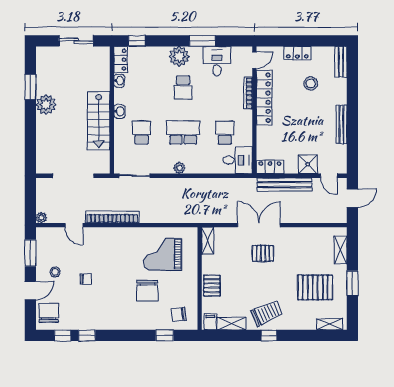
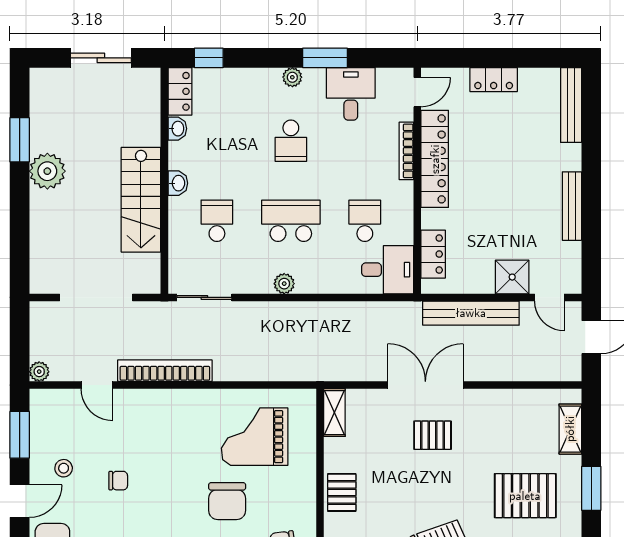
plant: (179, 56) -> (292, 77), width x0.53, depth x0.53
bench: (341, 62) -> (571, 105), width x1.36
stool: (311, 83) -> (518, 134), removed
locker: (270, 167) -> (433, 254), moved, turned 90

